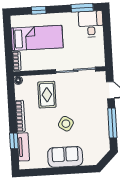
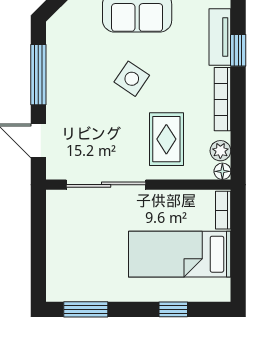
desk: (91, 24) -> (70, 276), removed
plant: (20, 90) -> (220, 151), added

